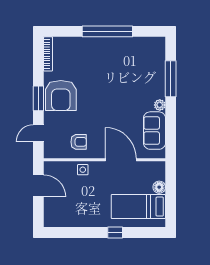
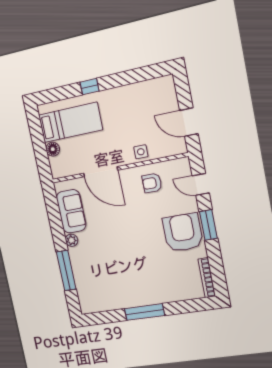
window: (107, 31) -> (144, 312), width x0.68
door: (38, 133) -> (201, 184), swing flipped

